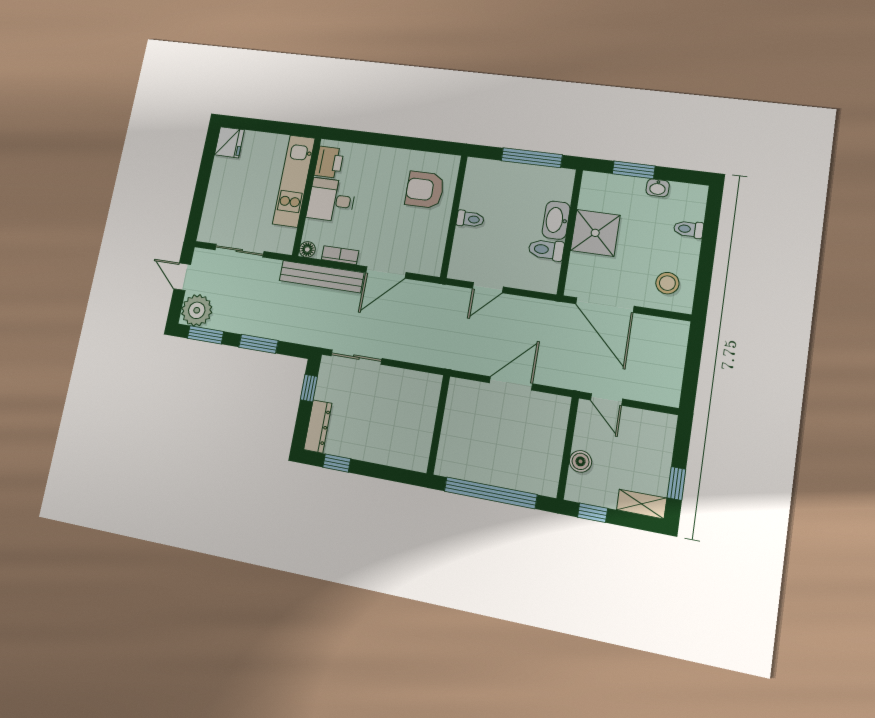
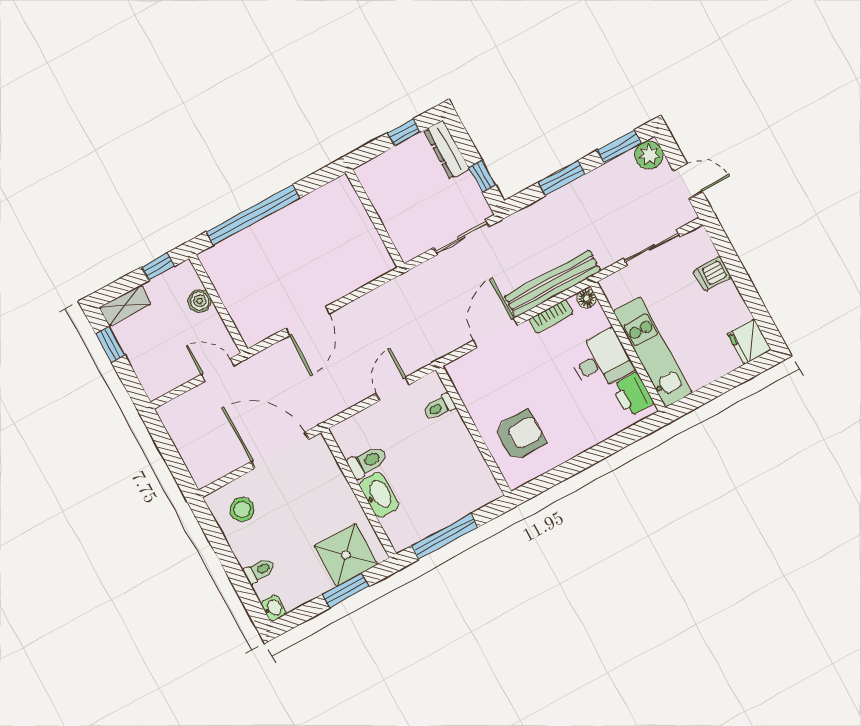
washbasin: (658, 188) -> (273, 608), moved, turned 90
dishwasher: (216, 204) -> (712, 274), added
toilet: (470, 219) -> (439, 407), moved
shower: (595, 233) -> (346, 555), moved
plant: (197, 310) -> (649, 155), width x0.73, depth x0.73
wall: (438, 425) -> (375, 218), moved

